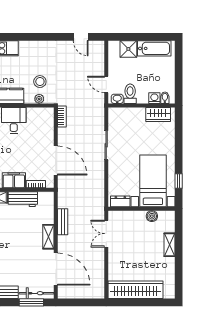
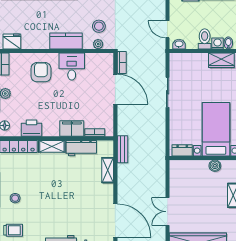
toilet: (130, 94) -> (205, 39), moved
door: (56, 160) -> (115, 89), moved
bench: (63, 222) -> (123, 149), moved
double door: (106, 234) -> (168, 212), moved
shelving: (48, 237) -> (108, 170), moved

